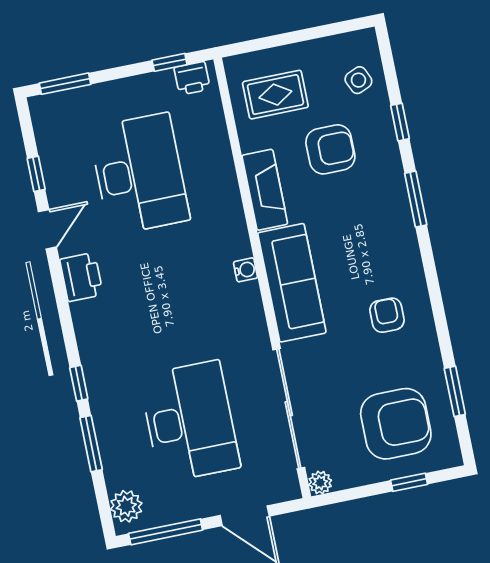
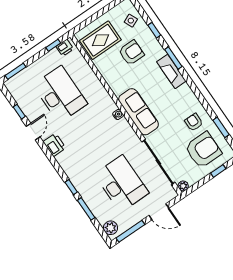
rug: (275, 95) -> (100, 40), width x1.36, depth x1.43
fireplace: (265, 190) -> (171, 71), moved, turned 180
armchair: (387, 315) -> (194, 122), moved

